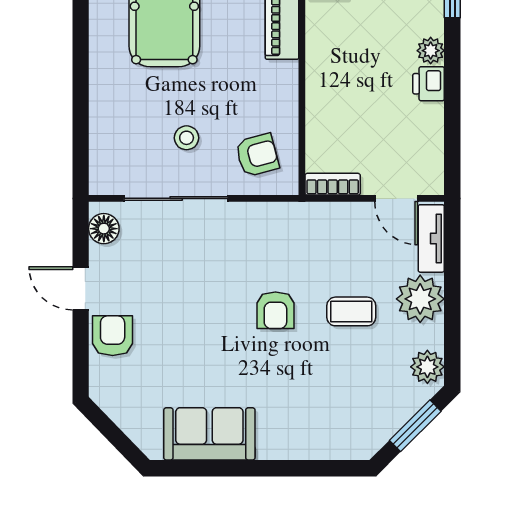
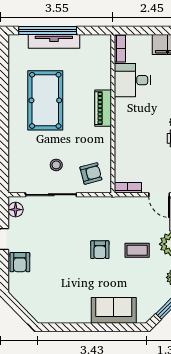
armchair: (113, 336) -> (20, 262), turned 180
sofa: (209, 434) -> (114, 310), moved

